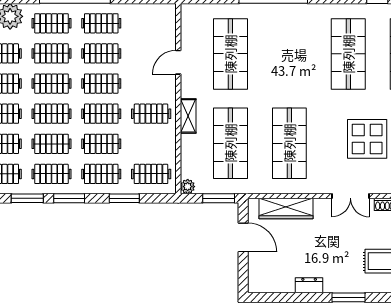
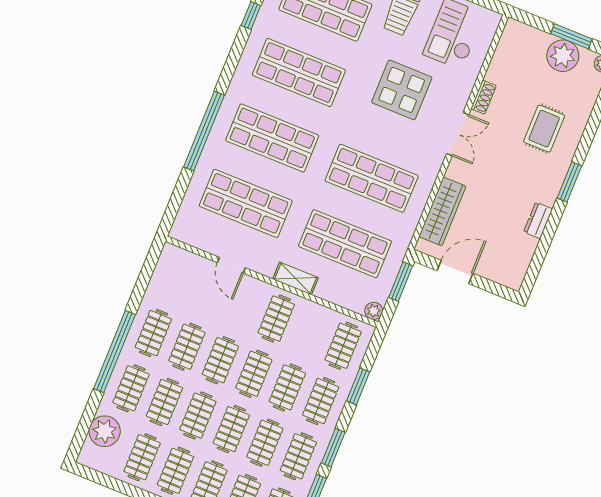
shop shelf: (289, 54) -> (272, 138), added

